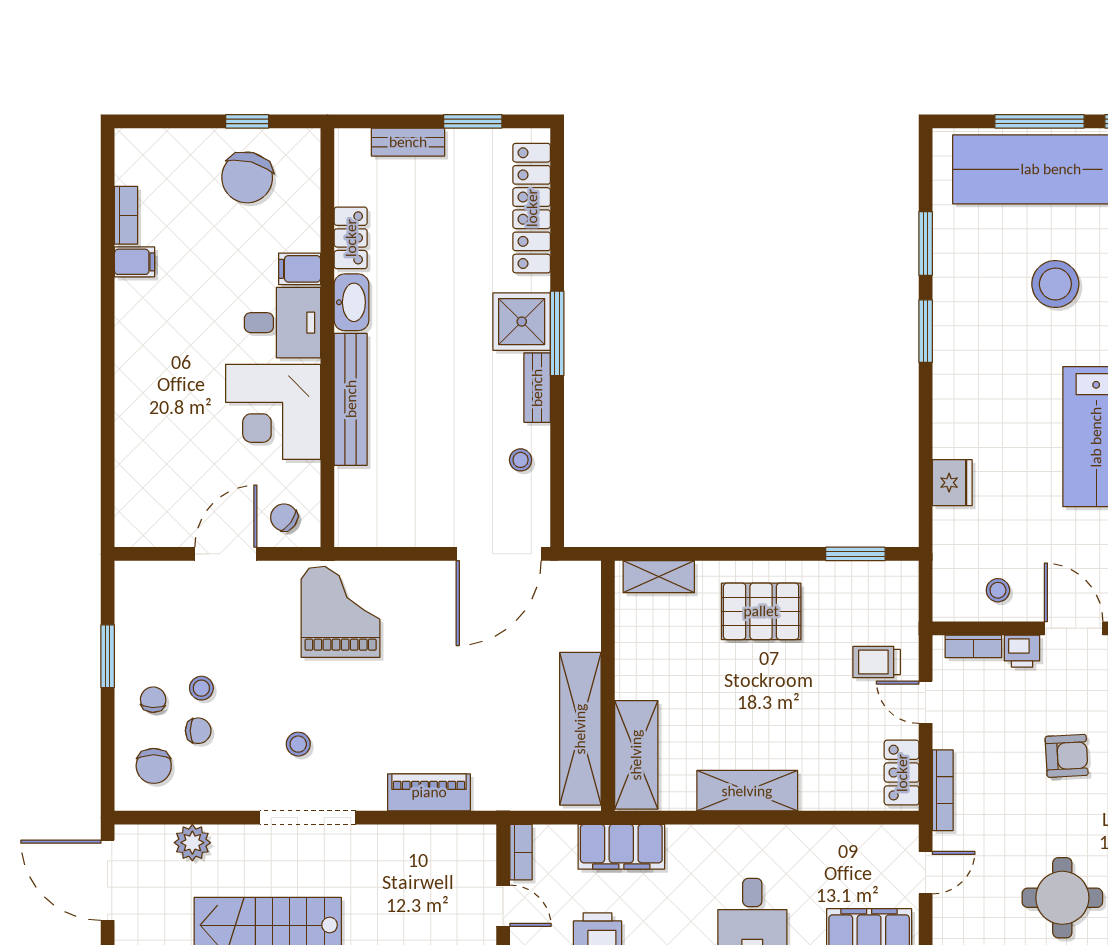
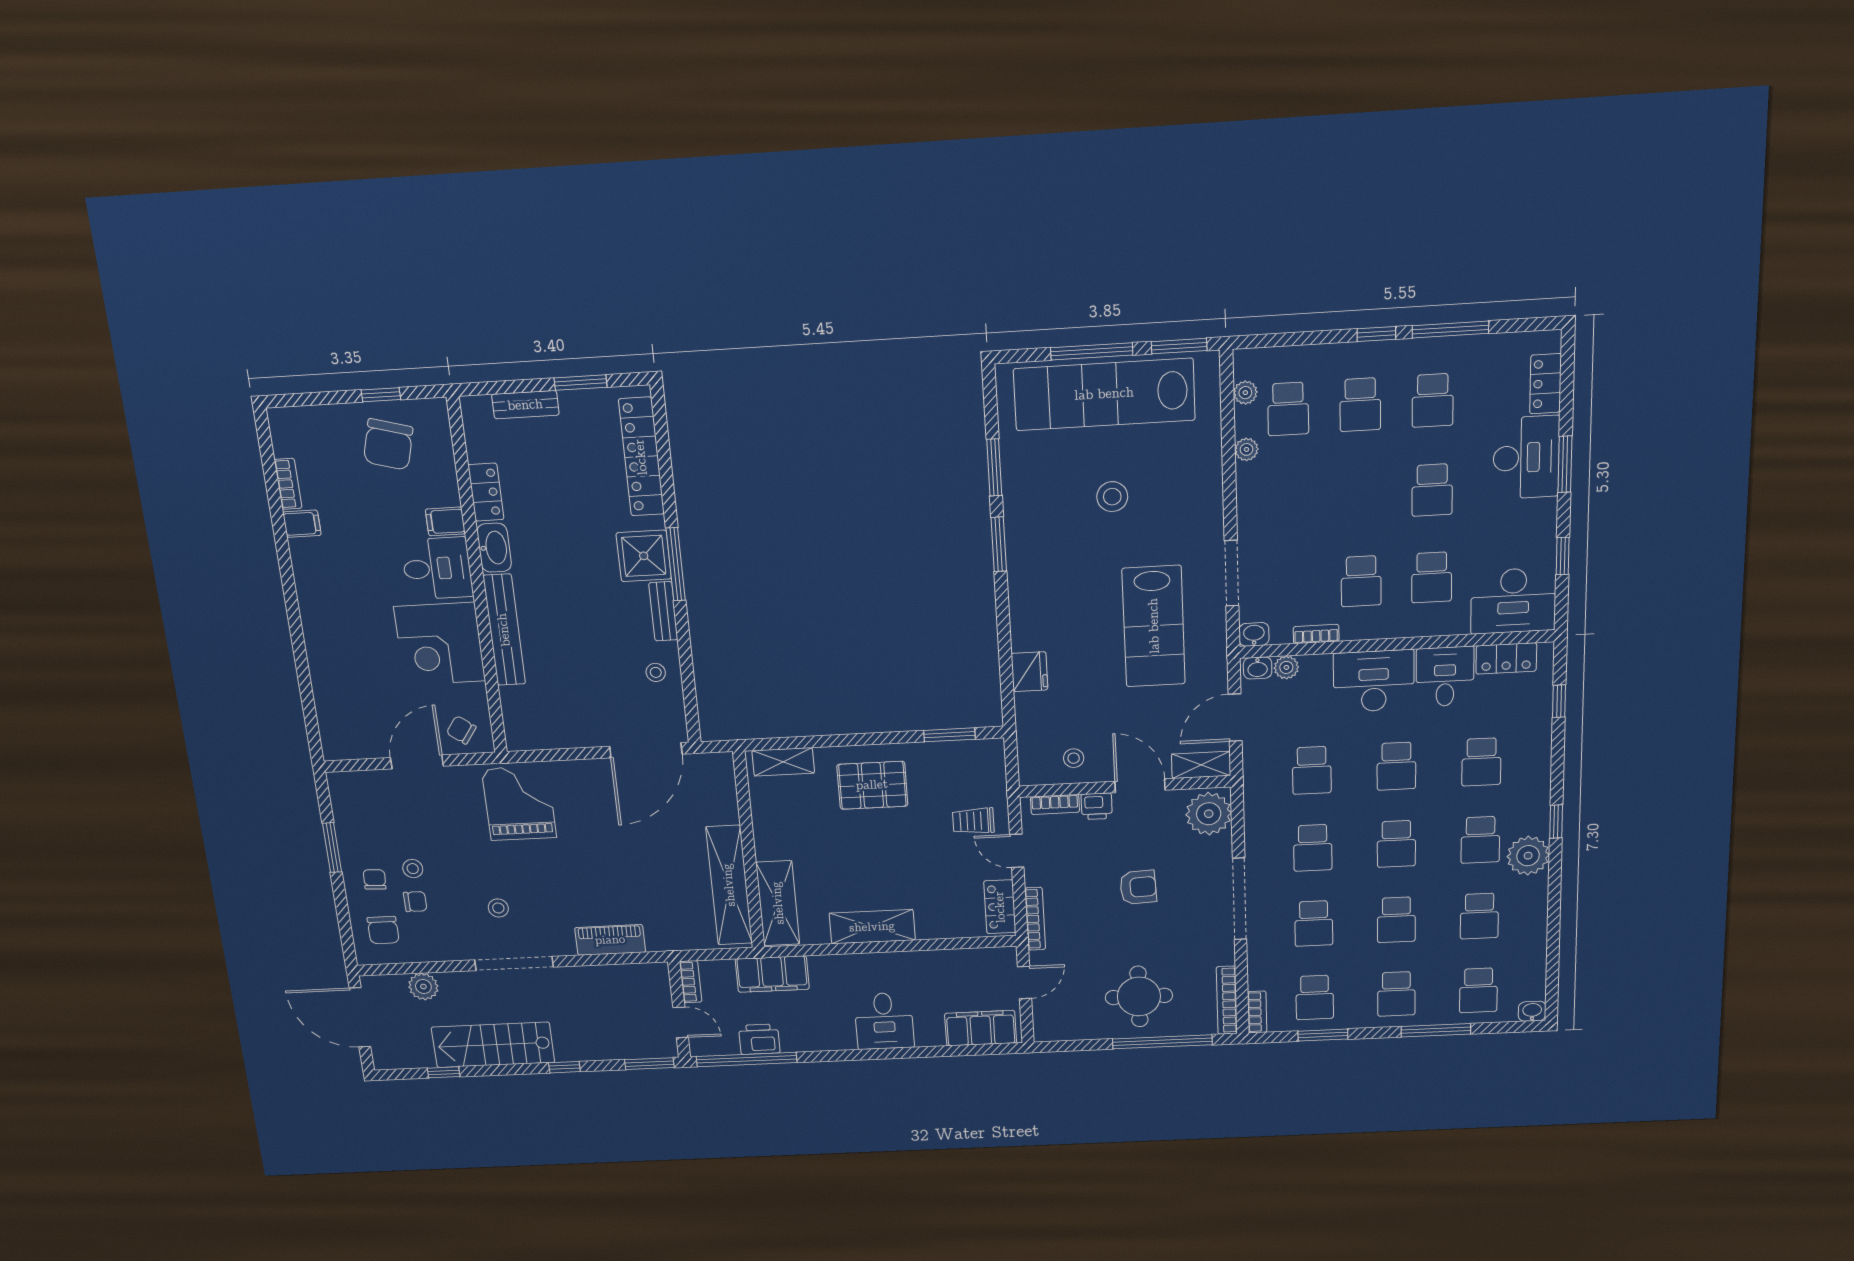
stool: (1055, 284) -> (1112, 497), width x0.73, depth x0.73

